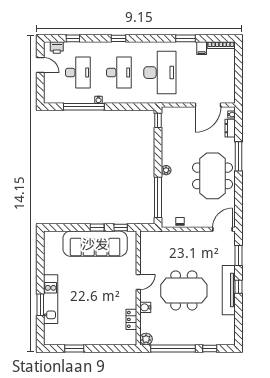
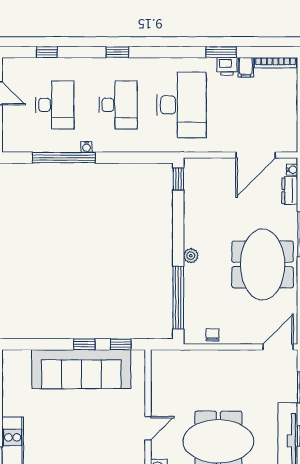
printer: (57, 48) -> (227, 66), moved

